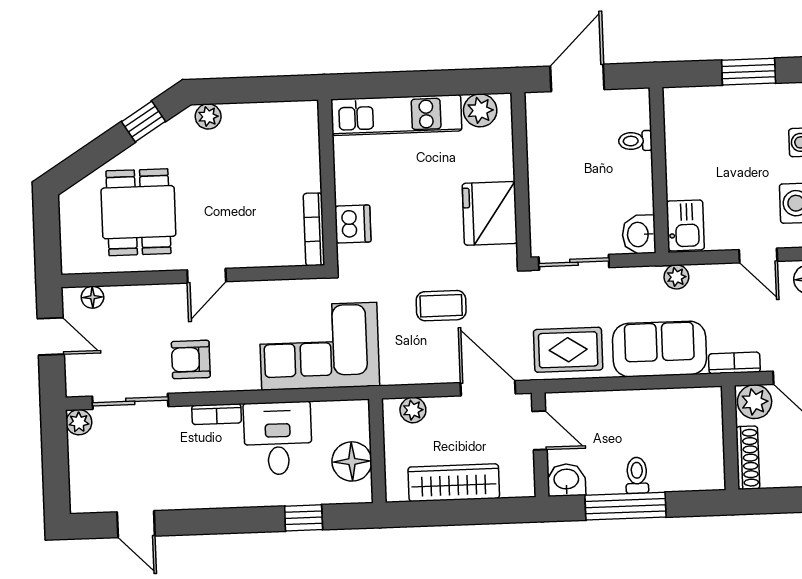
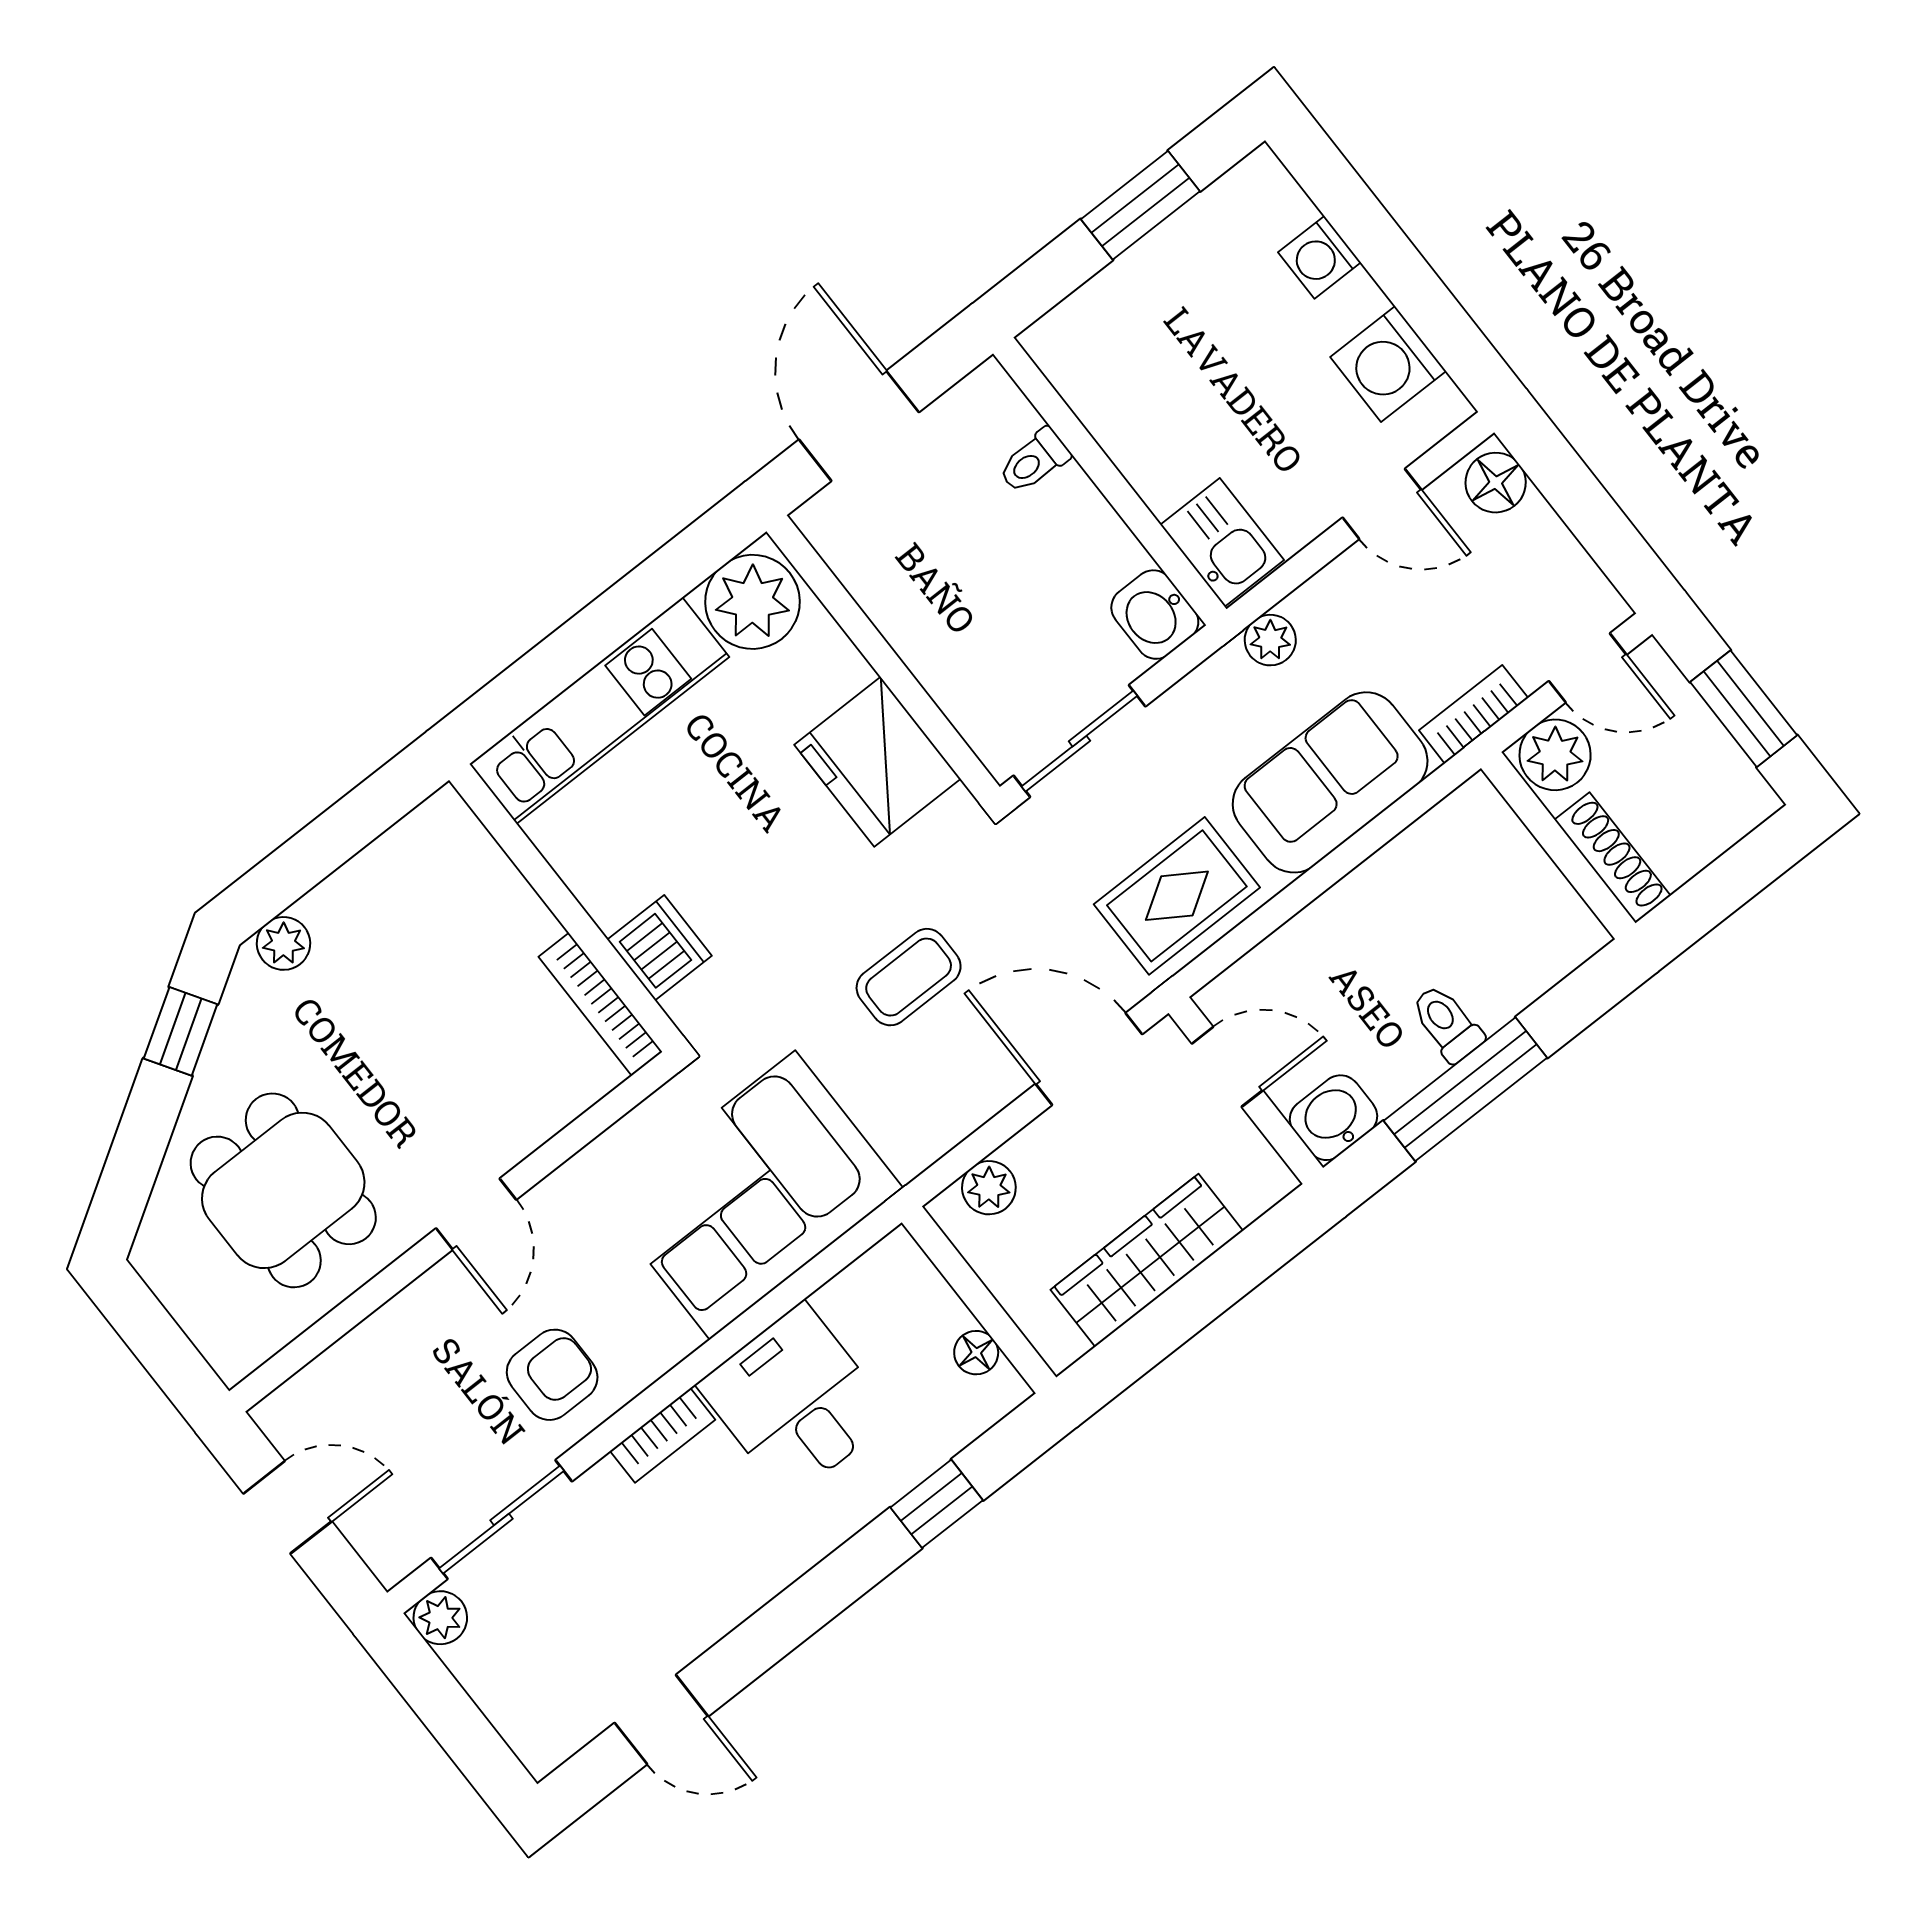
plant: (480, 110) -> (752, 602), width x1.36, depth x1.36
floor lamp: (92, 297) -> (310, 1390), removed
armchair: (191, 359) -> (552, 1375), turned 180
floor lamp: (352, 461) -> (976, 1353), width x0.53, depth x0.53

